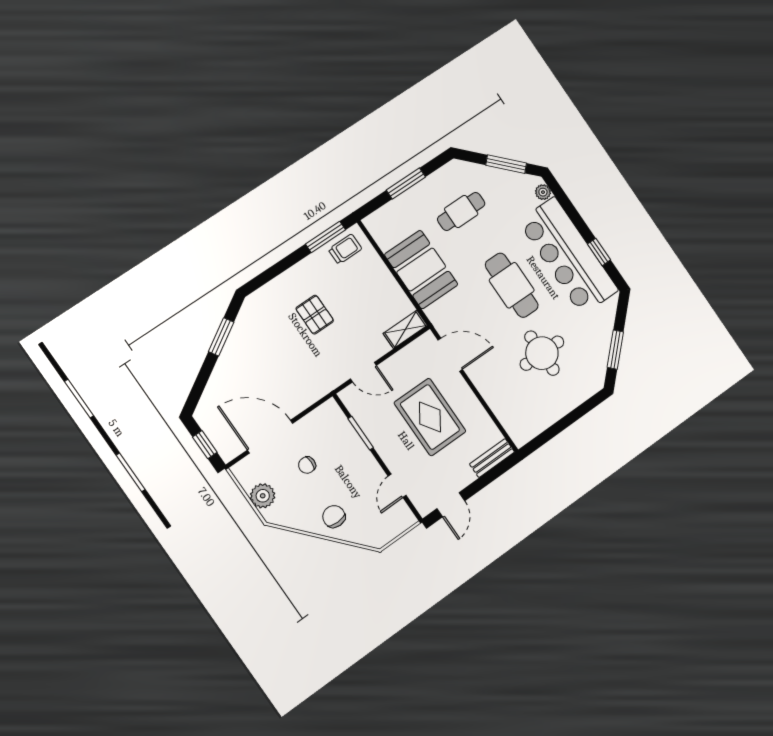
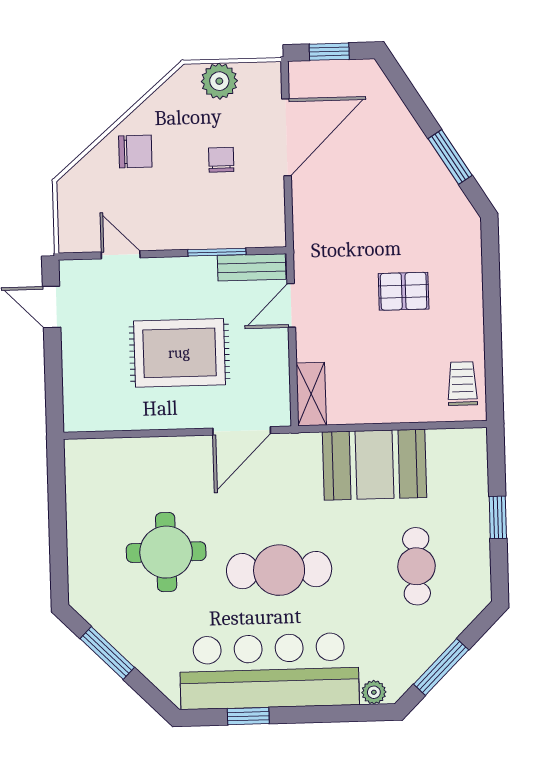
window: (406, 183) -> (498, 517), width x0.67
window: (326, 237) -> (494, 369), removed
trolley: (345, 249) -> (462, 384), turned 180
bench: (492, 458) -> (252, 267), moved, turned 90

